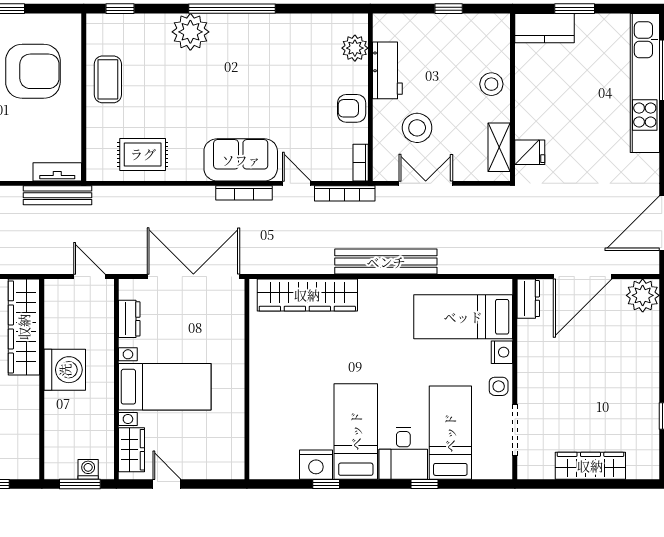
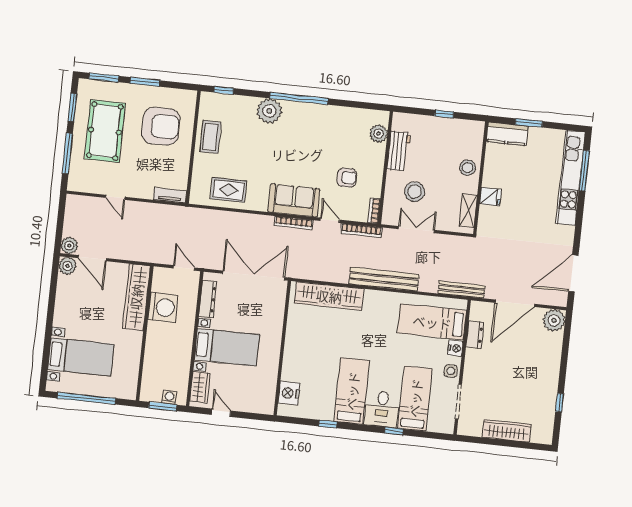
armchair: (352, 108) -> (347, 178), moved, turned 180
fridge: (530, 152) -> (490, 197), moved
bench: (57, 195) -> (462, 290), moved
dresser: (528, 299) -> (475, 335), moved
dresser: (129, 319) -> (208, 299), width x1.44
washing machine: (65, 370) -> (163, 307), moved
nightstand: (316, 465) -> (289, 393), moved, turned 90

